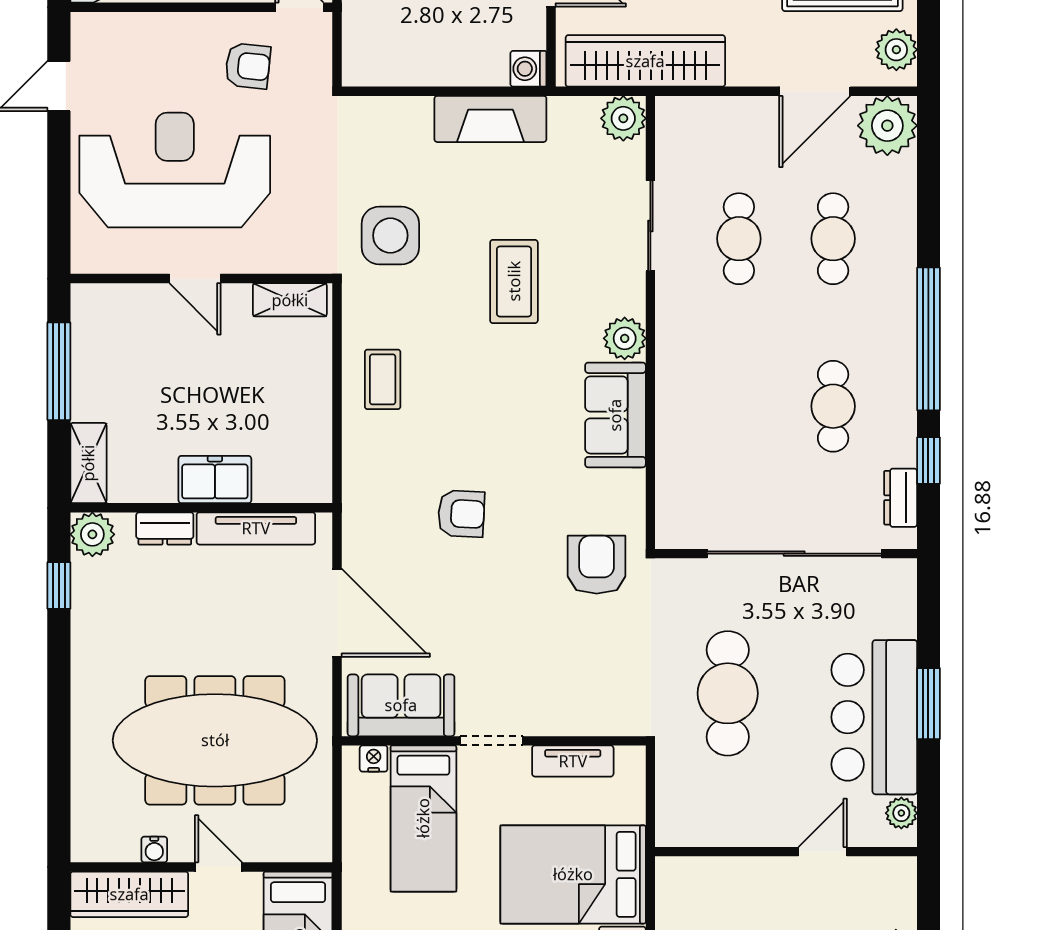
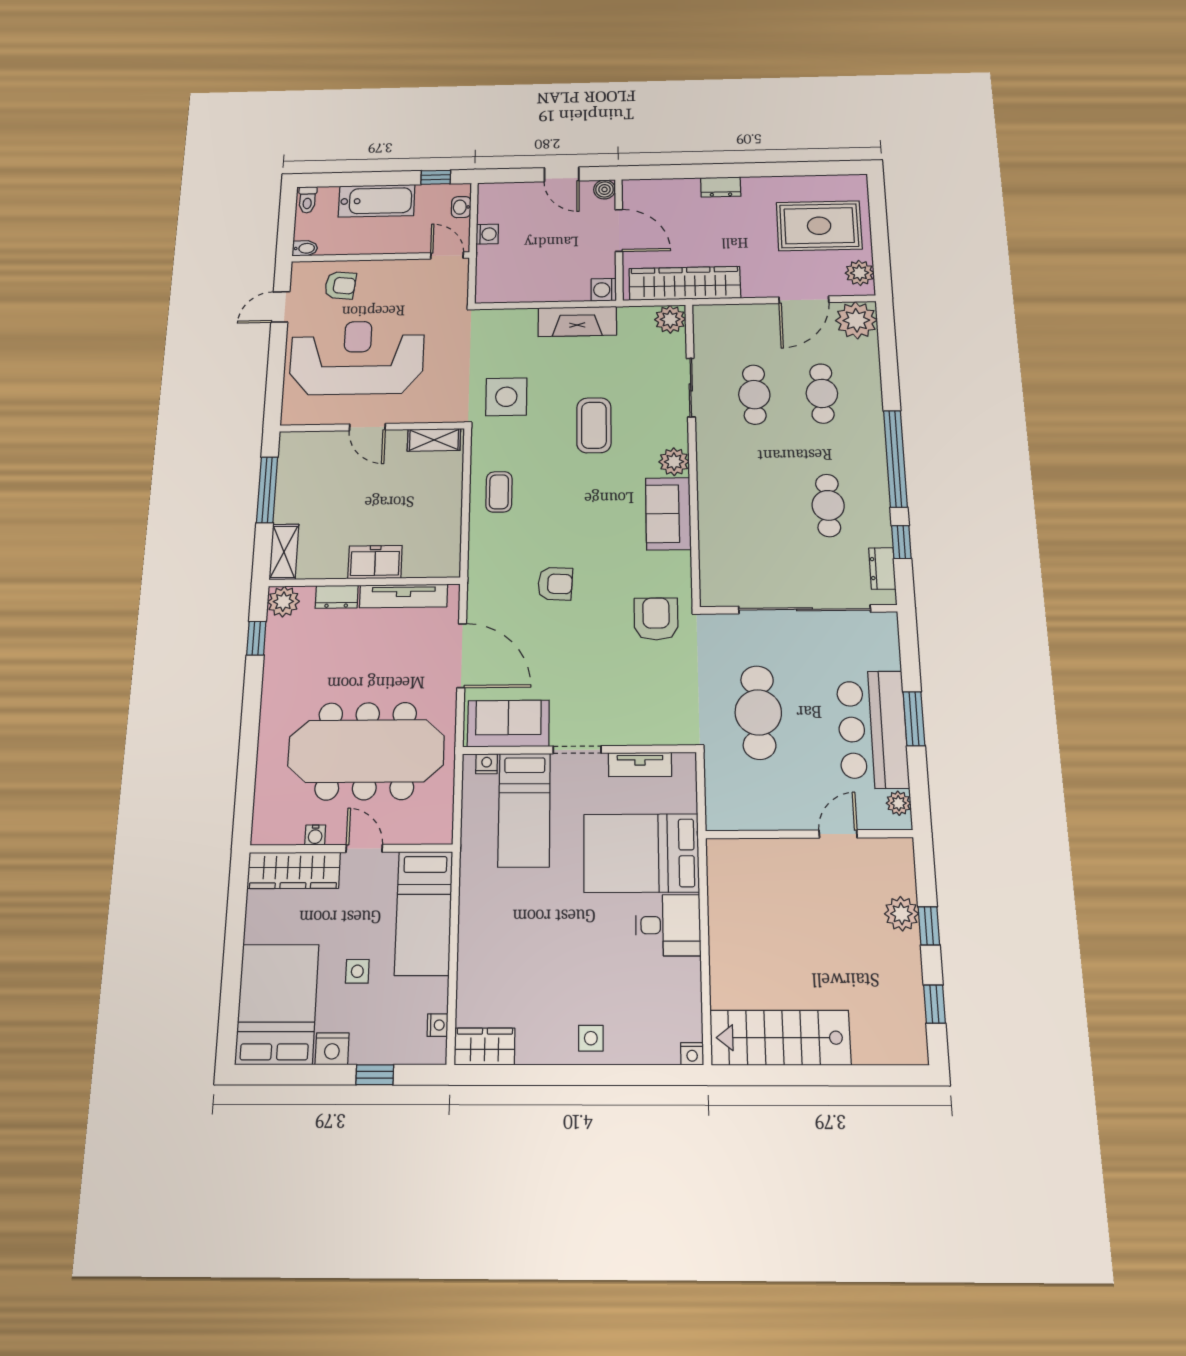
armchair: (248, 66) -> (340, 285), moved

